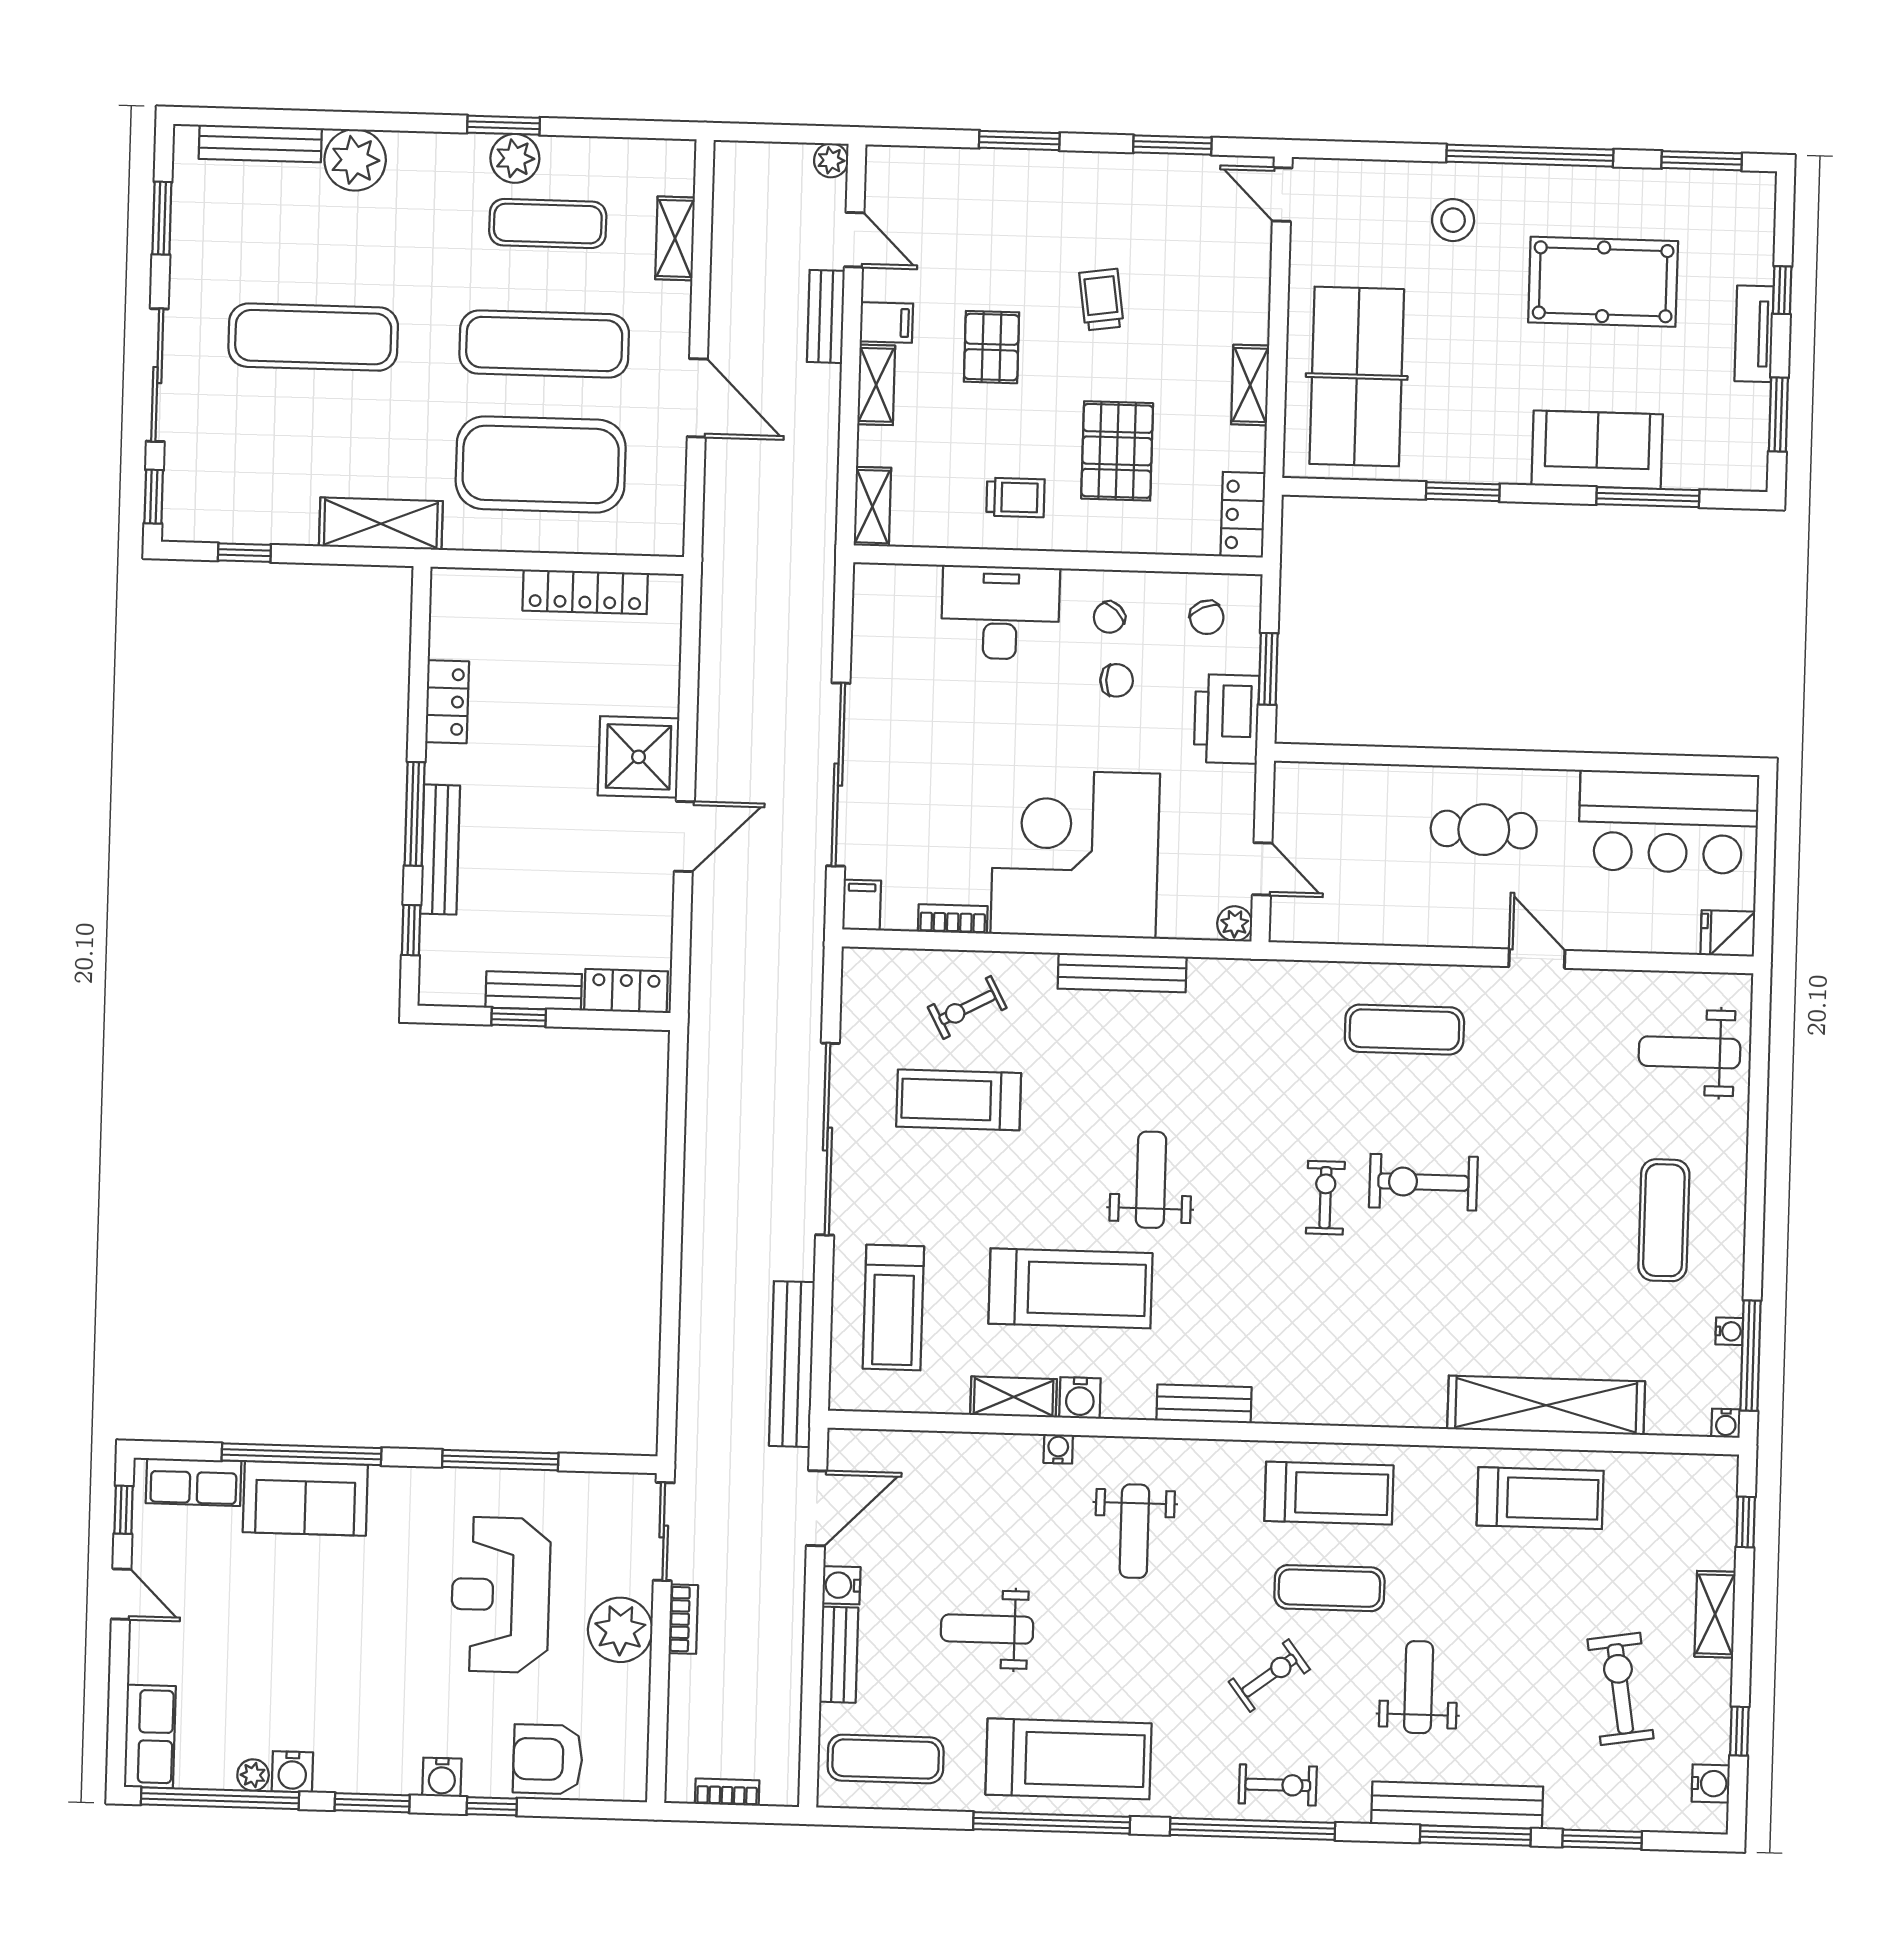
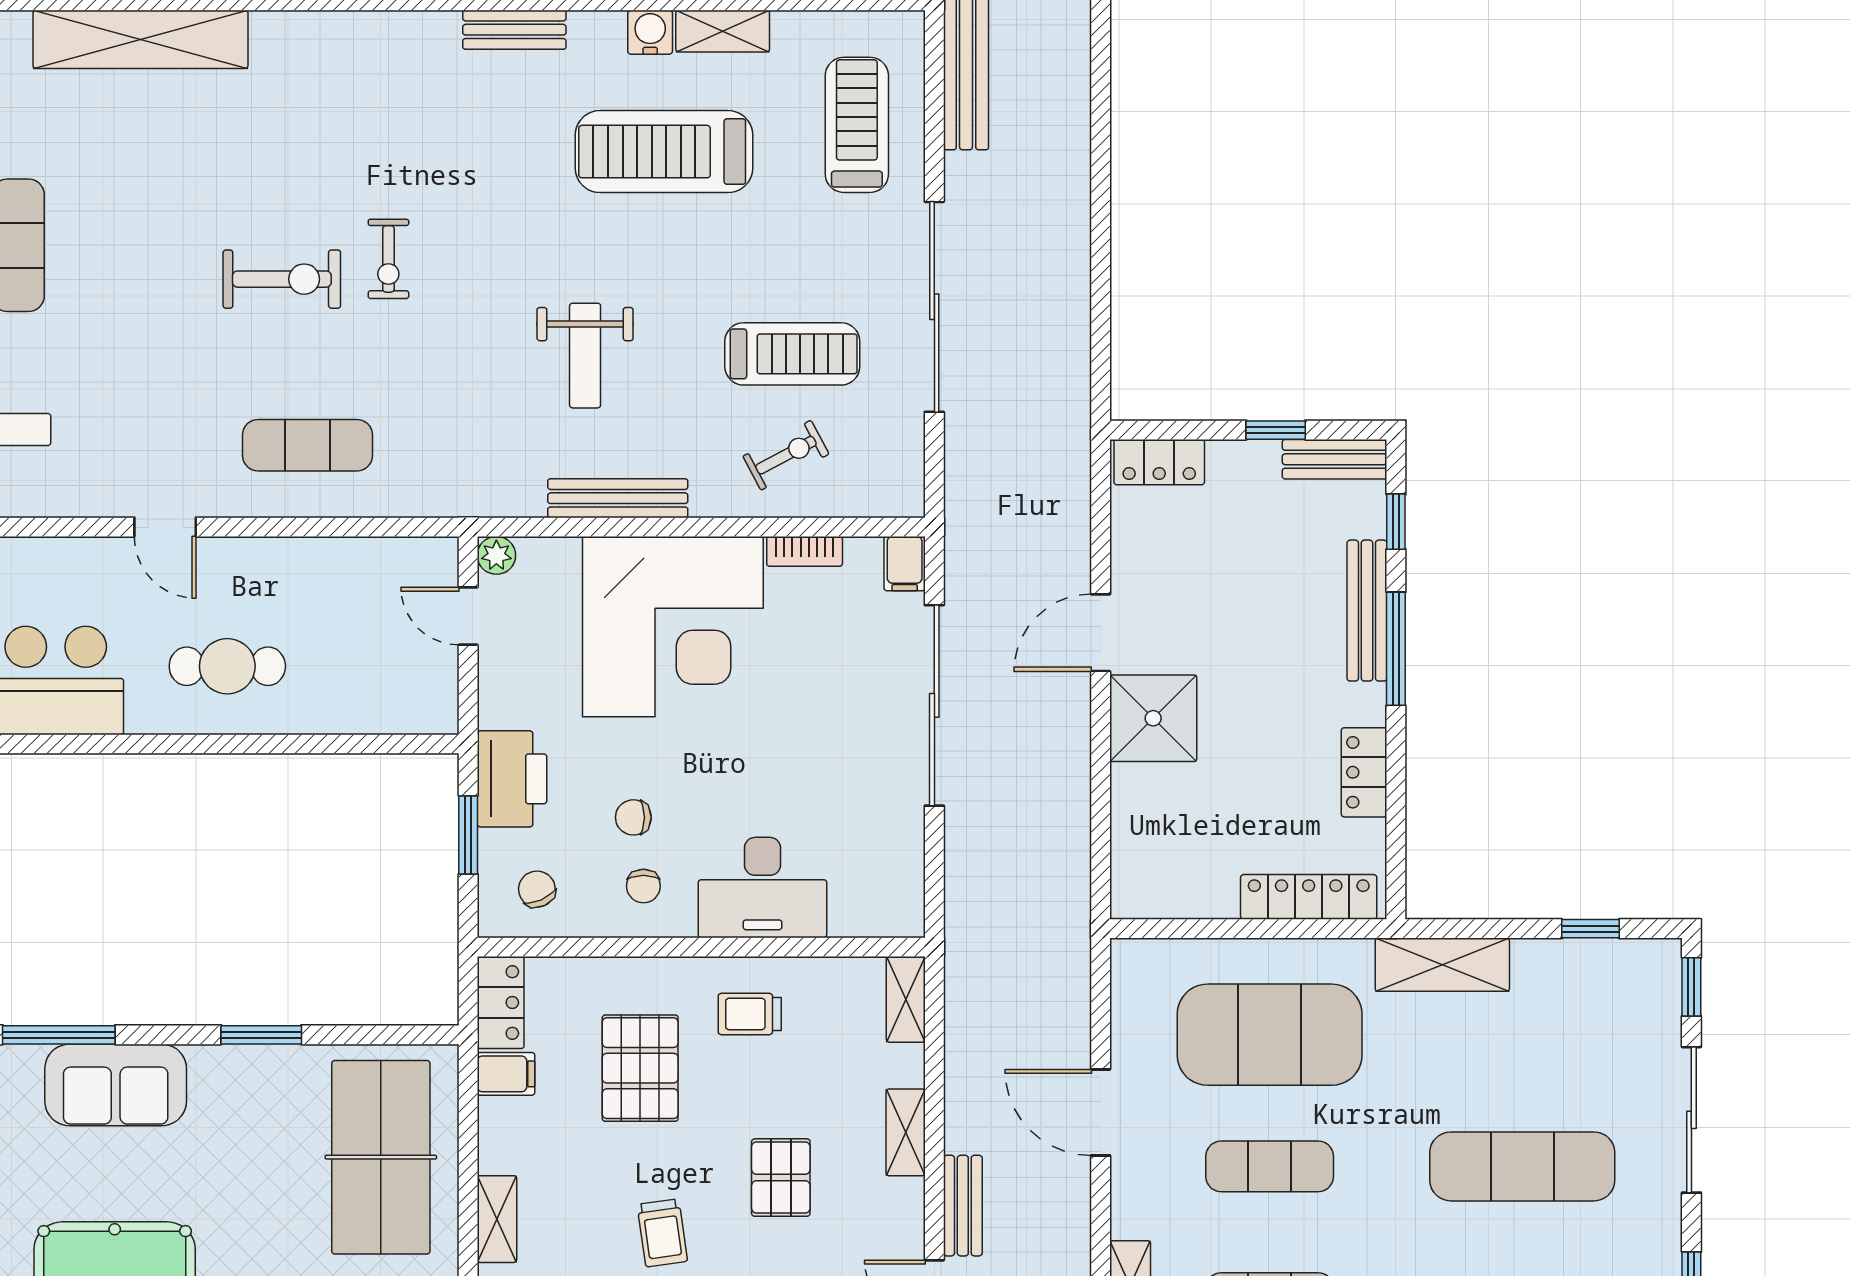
filing cabinet: (886, 322) -> (506, 1074), moved, turned 180
exercise mat: (544, 344) -> (1270, 1166), width x0.73, depth x0.69
shelving: (1250, 385) -> (497, 1219), moved
locker: (585, 592) -> (1309, 897), moved
chair: (1109, 617) -> (643, 886), turned 136
bench: (534, 991) -> (1335, 459), moved
weight bench: (1151, 1180) -> (585, 356), moved

